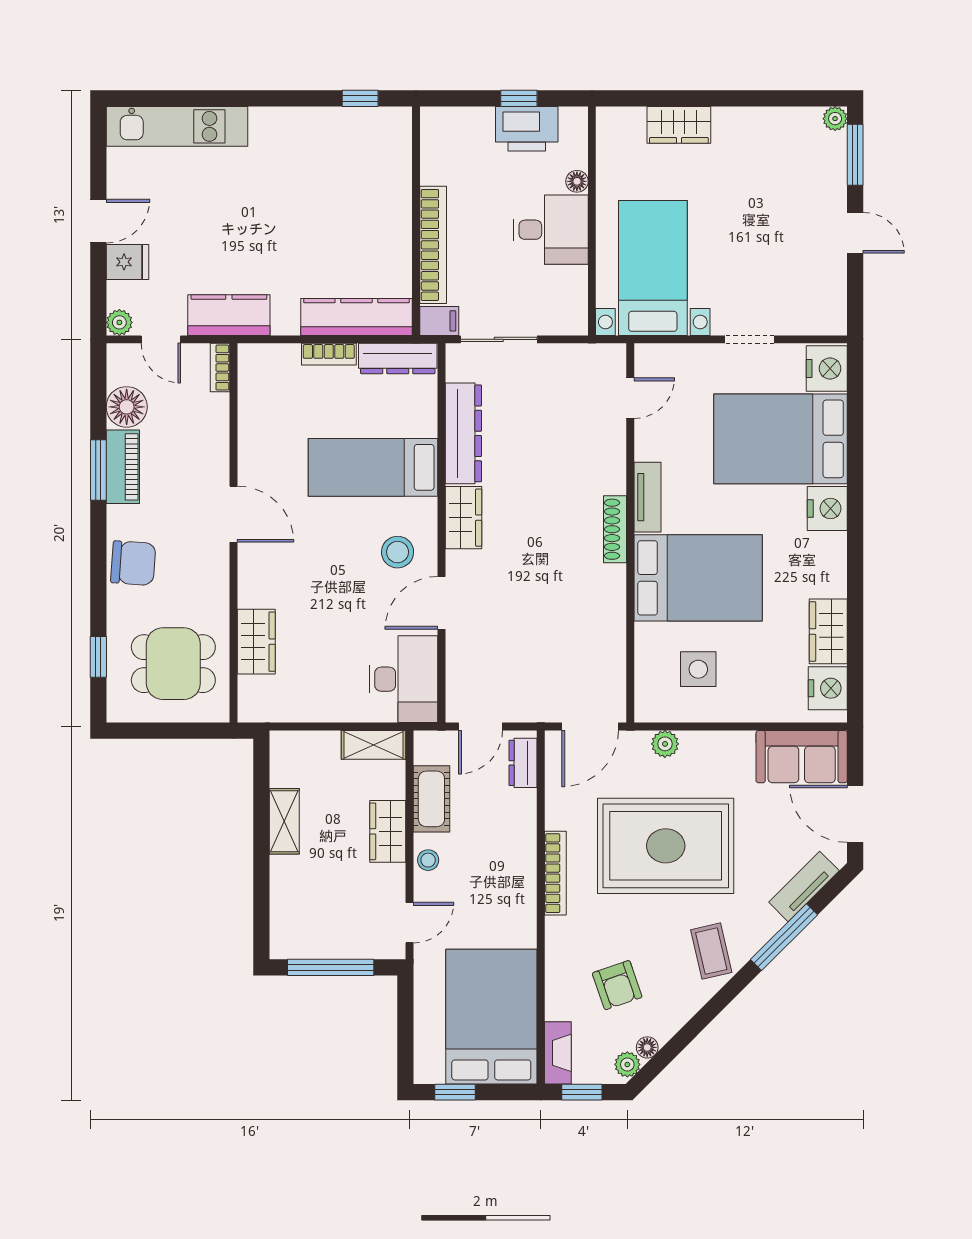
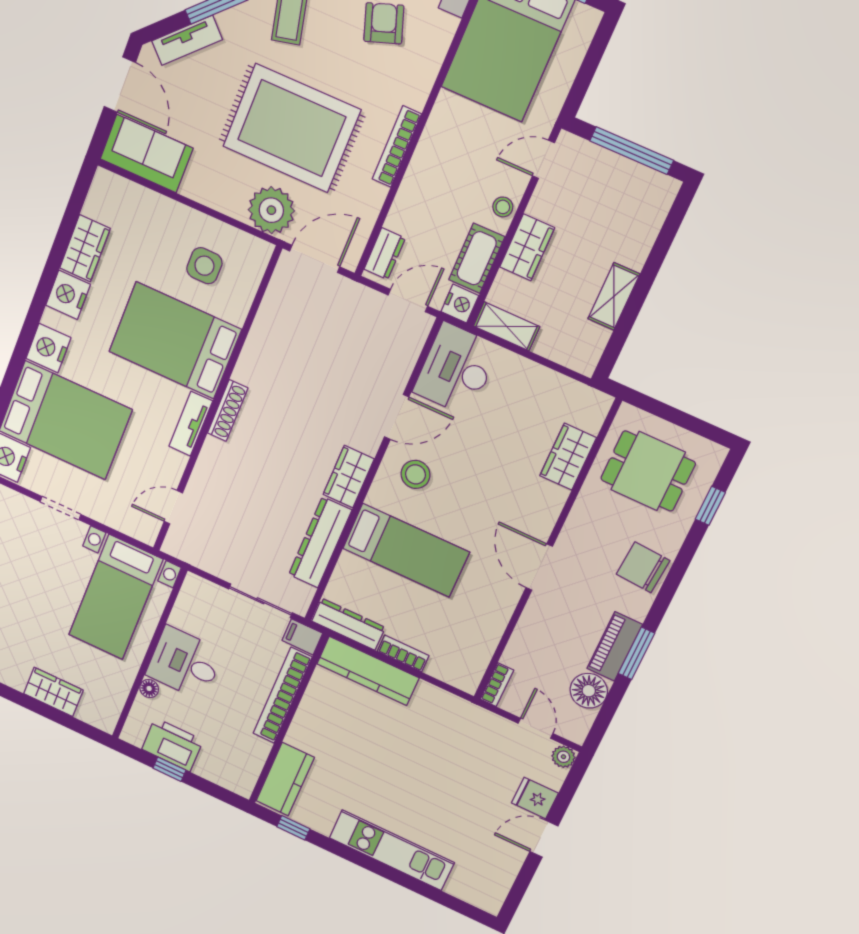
kitchen unit: (177, 126) -> (392, 850), moved
kitchen counter: (229, 315) -> (285, 779), moved, turned -90
nightstand: (828, 688) -> (68, 295), moved
plant: (665, 744) -> (271, 210), width x1.88, depth x1.88
nightstand: (428, 747) -> (460, 304), added

